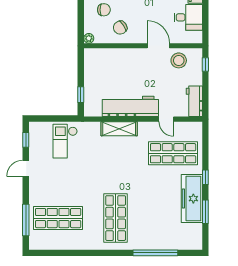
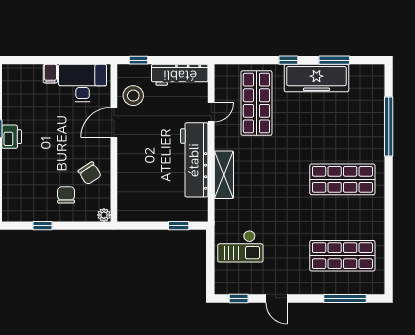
desk: (188, 17) -> (83, 83), width x1.37
workbench: (194, 101) -> (180, 75), width x1.38
shop shelf: (58, 218) -> (342, 256), turned 90

